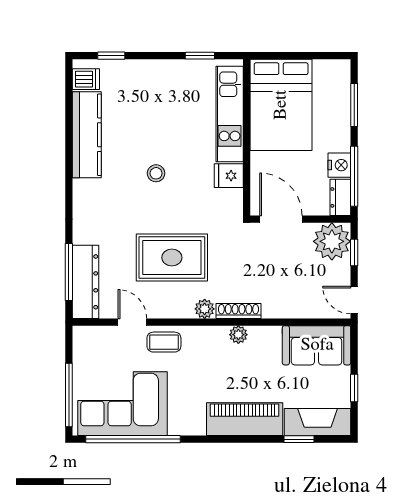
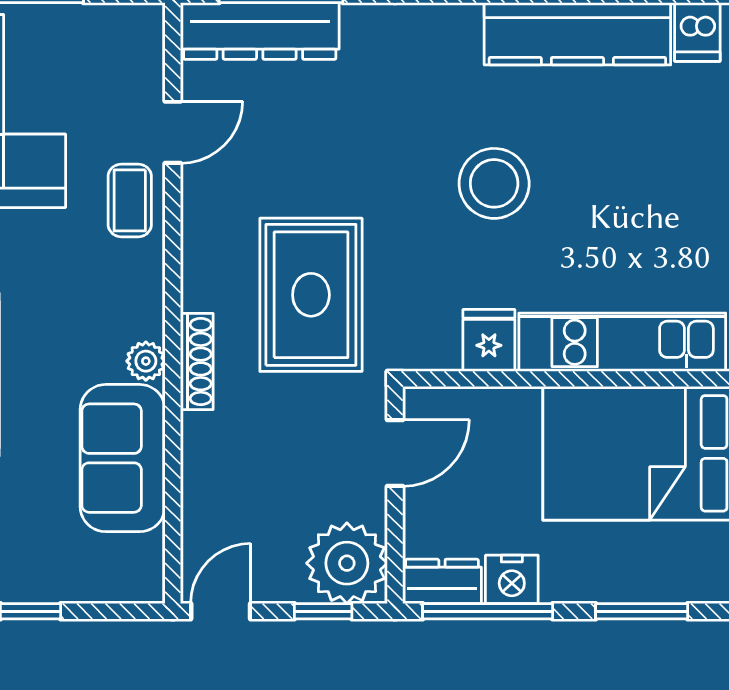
stool: (156, 173) -> (494, 183), width x1.89, depth x1.89
door: (281, 219) -> (395, 453), width x0.73
rug: (172, 258) -> (311, 295), moved
plant: (205, 309) -> (201, 288), removed
sofa: (317, 345) -> (123, 458), moved

